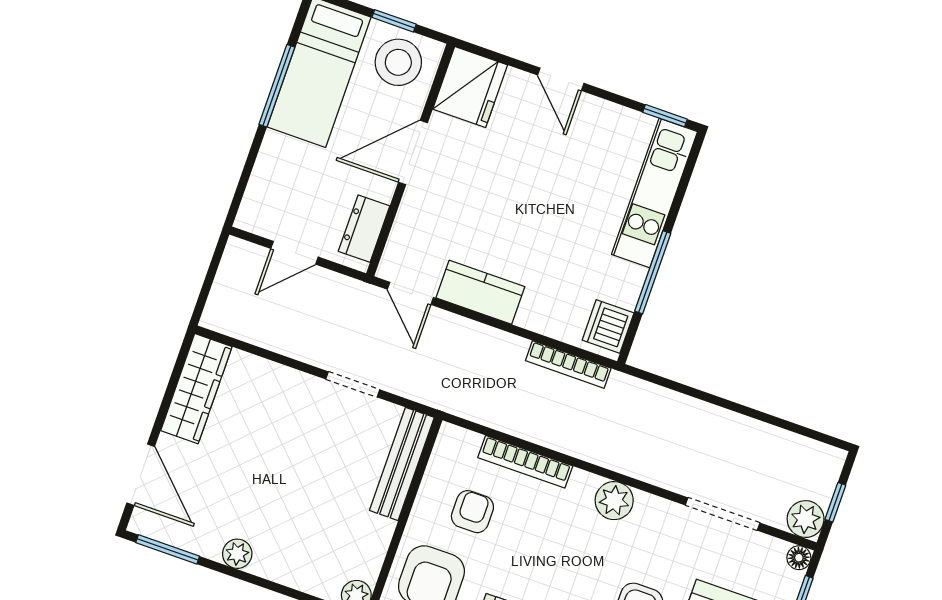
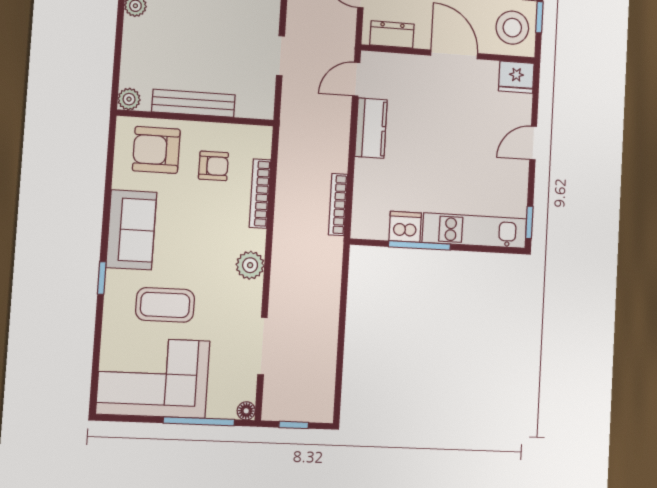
fridge: (470, 87) -> (516, 77), width x0.73, depth x0.75
dishwasher: (608, 326) -> (405, 227), moved
bench: (402, 464) -> (193, 103), moved
plant: (806, 519) -> (276, 407), removed

